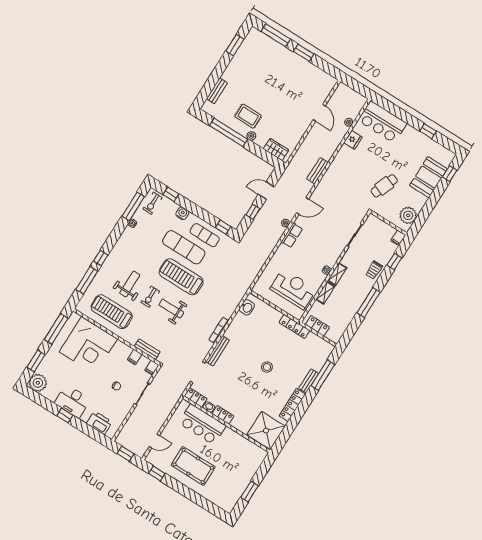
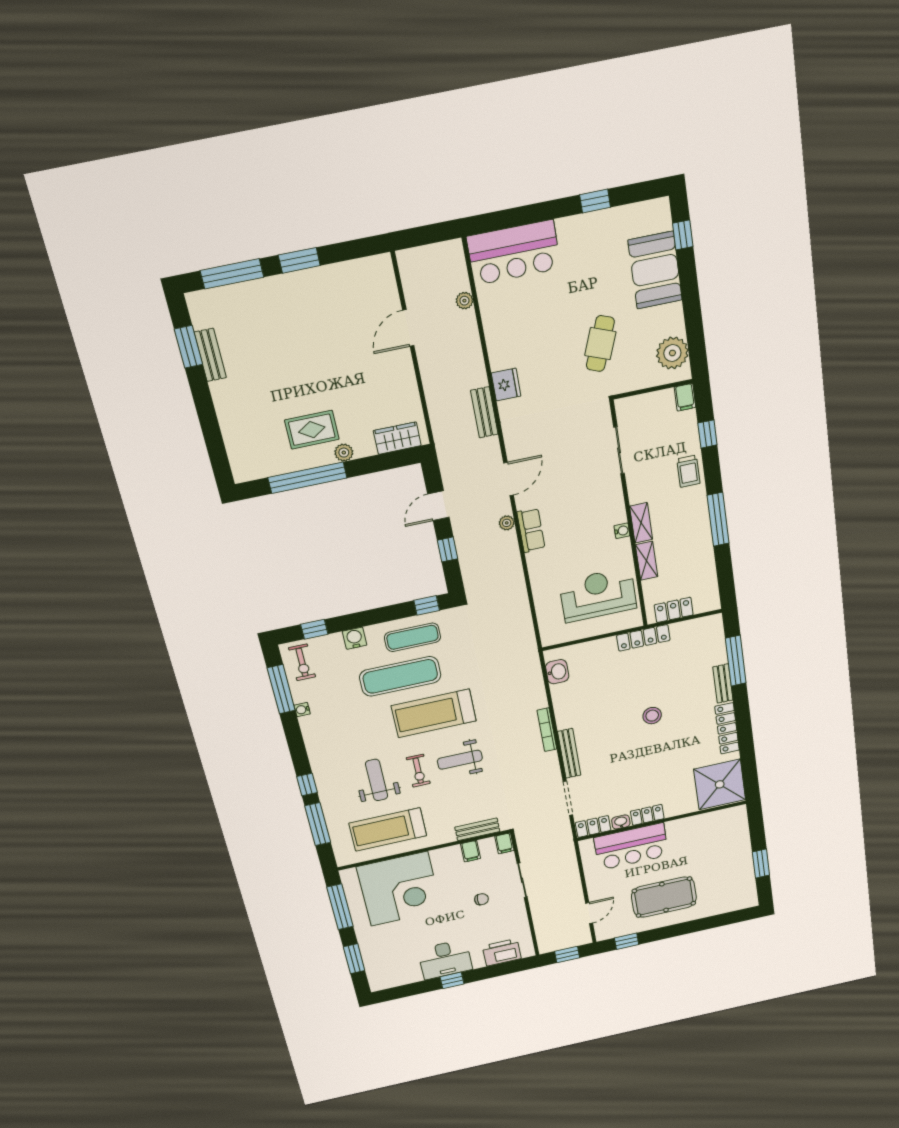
bench: (217, 91) -> (210, 355), moved
door: (319, 113) -> (408, 328), swing flipped
fridge: (353, 140) -> (506, 385), moved
plant: (38, 383) -> (382, 977), removed

